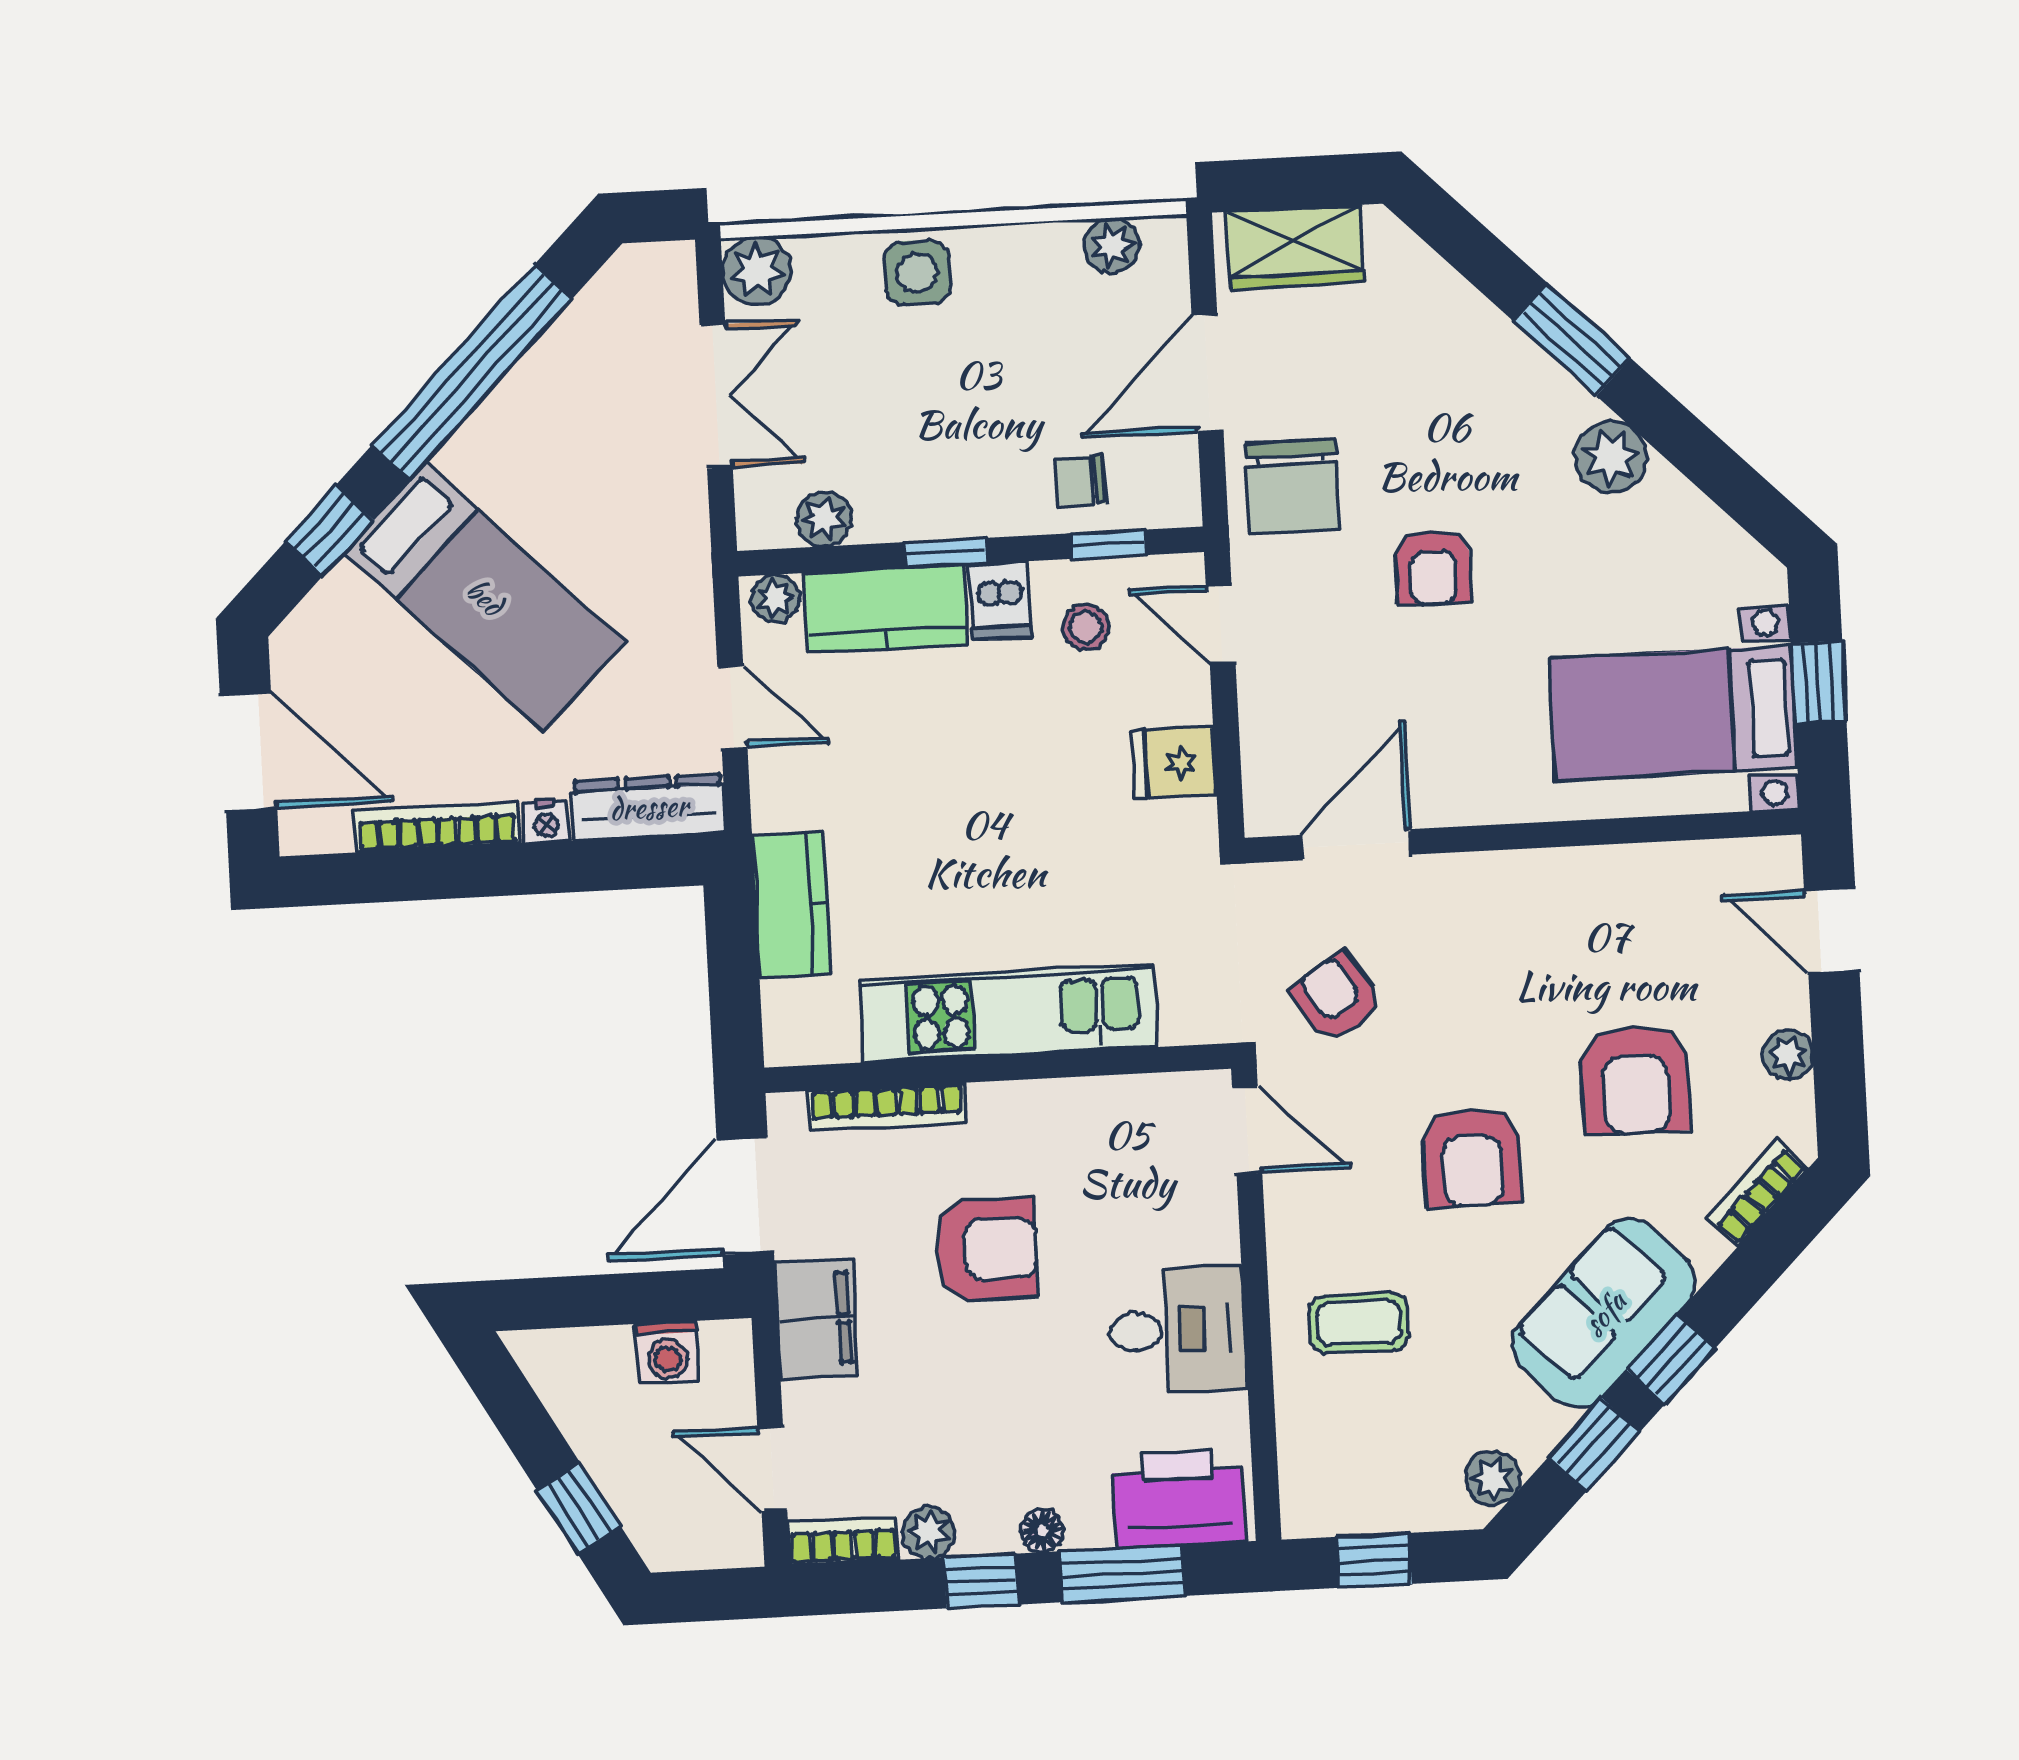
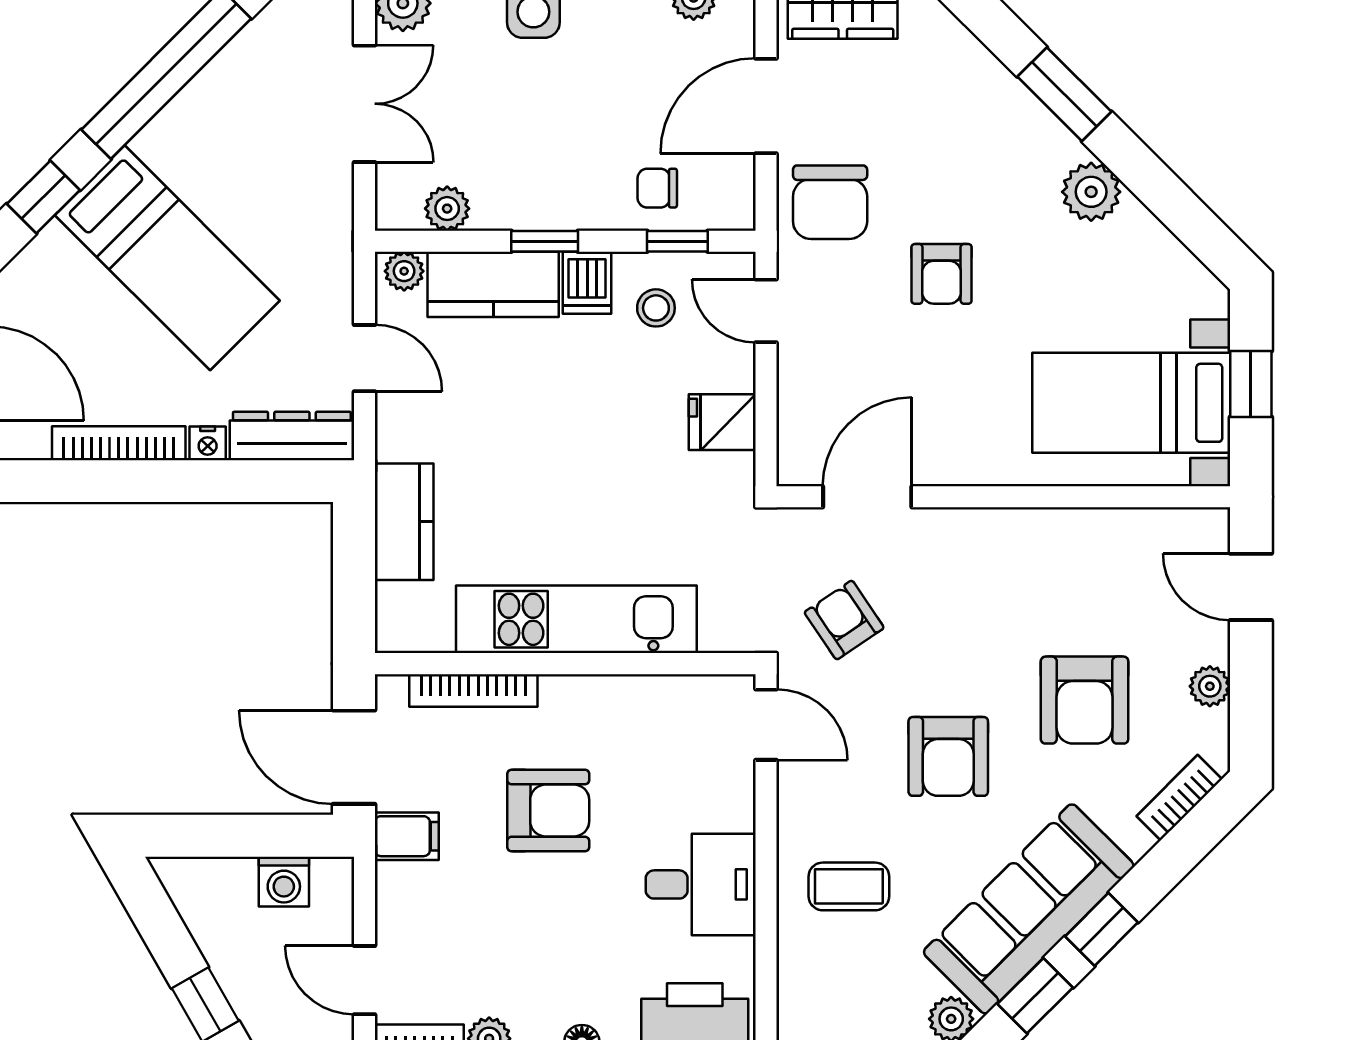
door: (745, 1196) -> (354, 757), hinge flipped
sofa: (1604, 1313) -> (1029, 909), width x1.36
filing cabinet: (816, 1319) -> (407, 836), width x0.50

